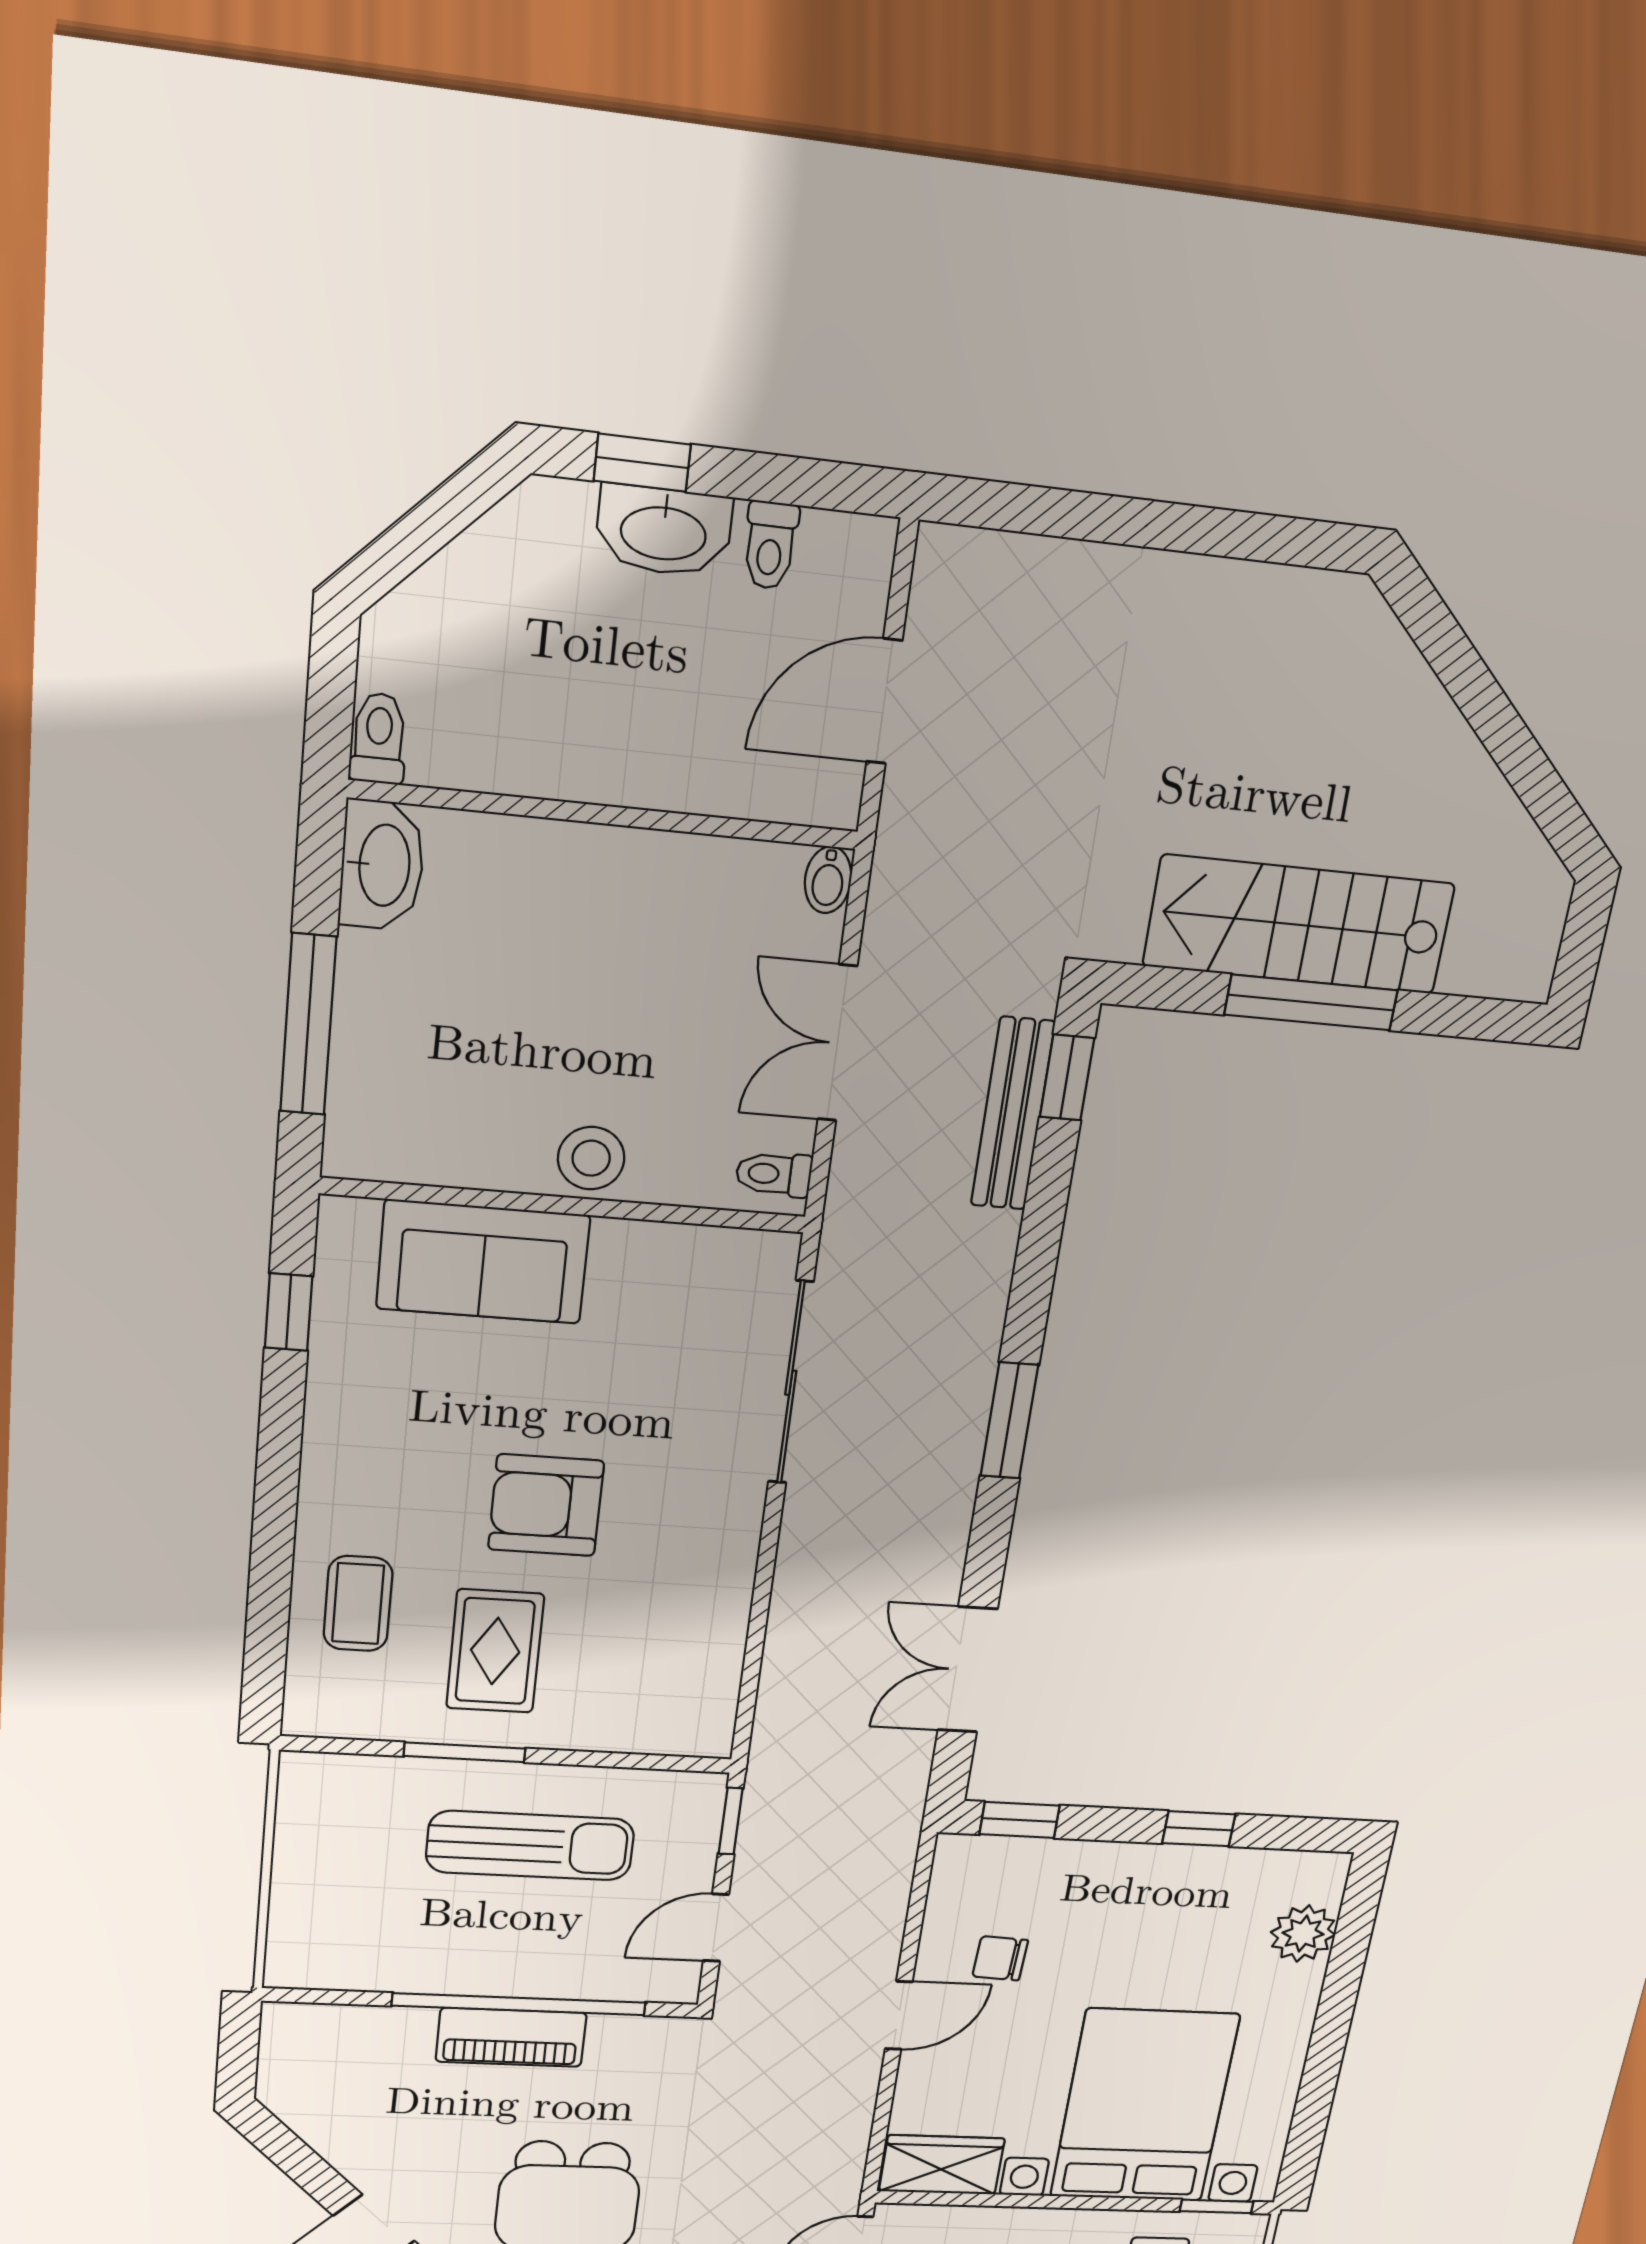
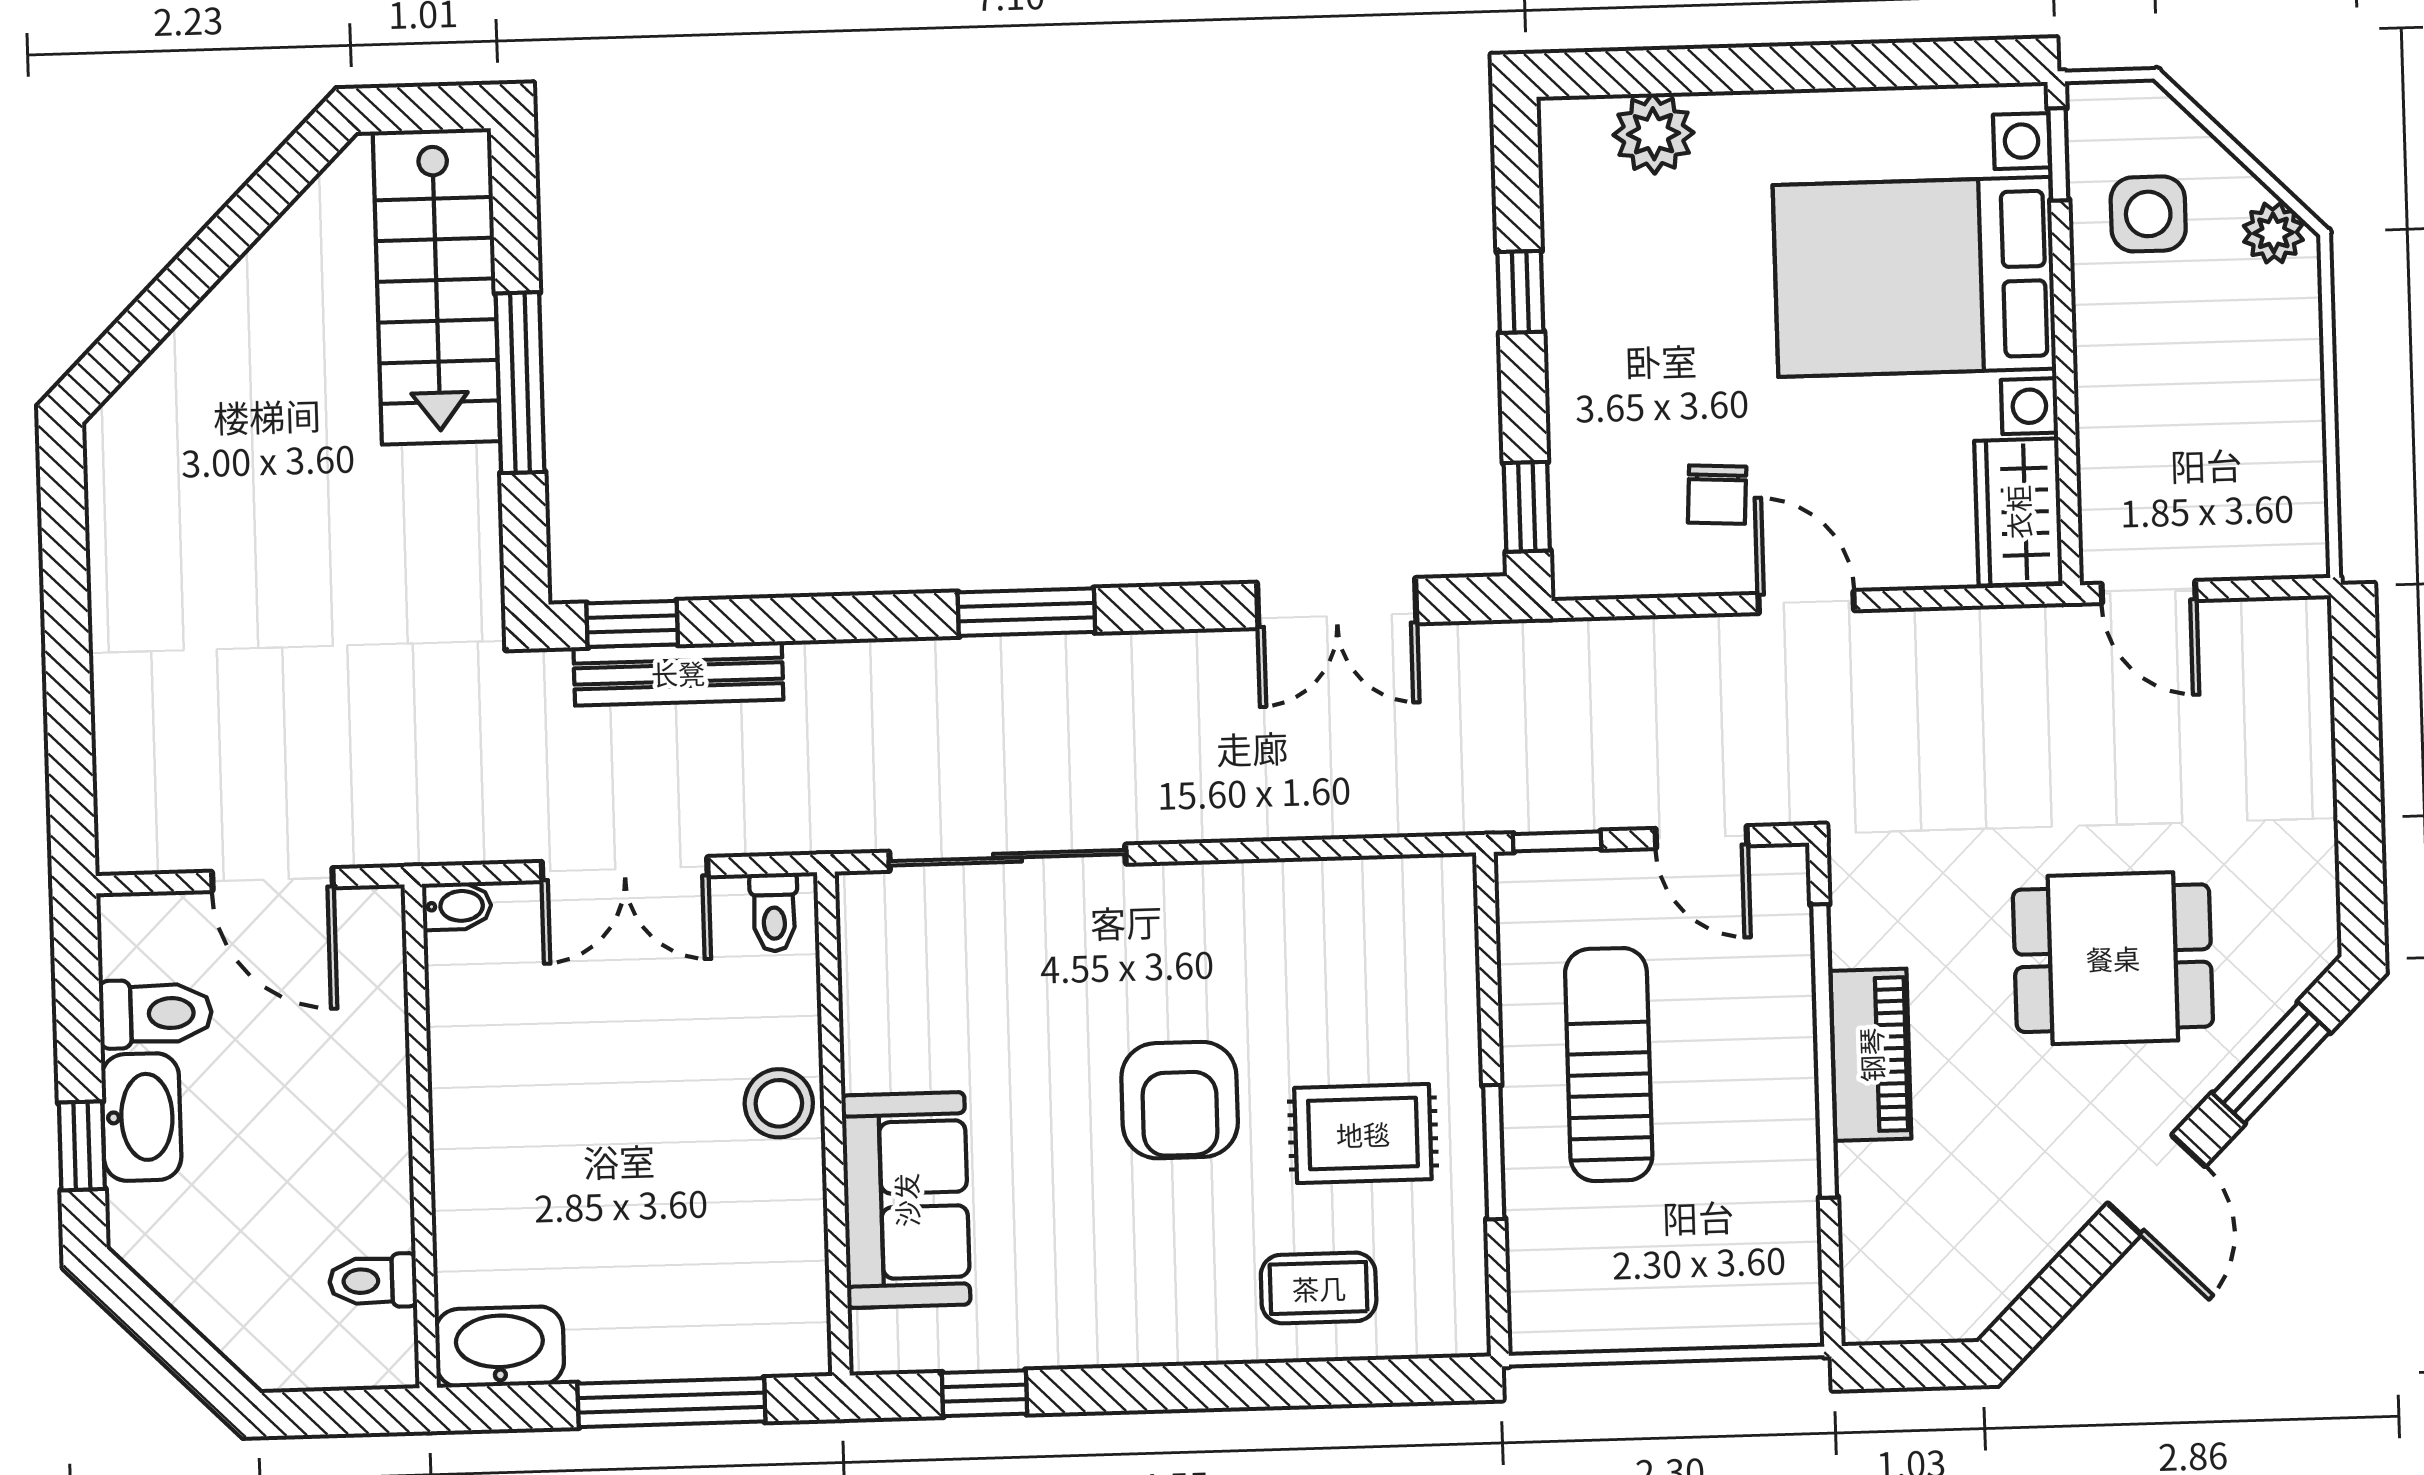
toilet: (770, 545) -> (156, 1013), width x1.37, depth x1.39
toilet: (379, 738) -> (373, 1281), moved
stairs: (1299, 925) -> (436, 286), moved

